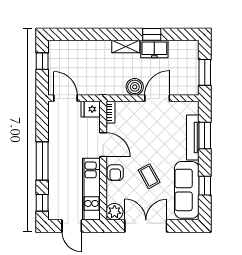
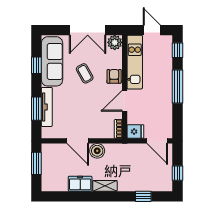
window: (152, 34) -> (143, 196), moved
door: (157, 98) -> (78, 141), hinge flipped
door: (103, 145) -> (125, 101), hinge flipped

